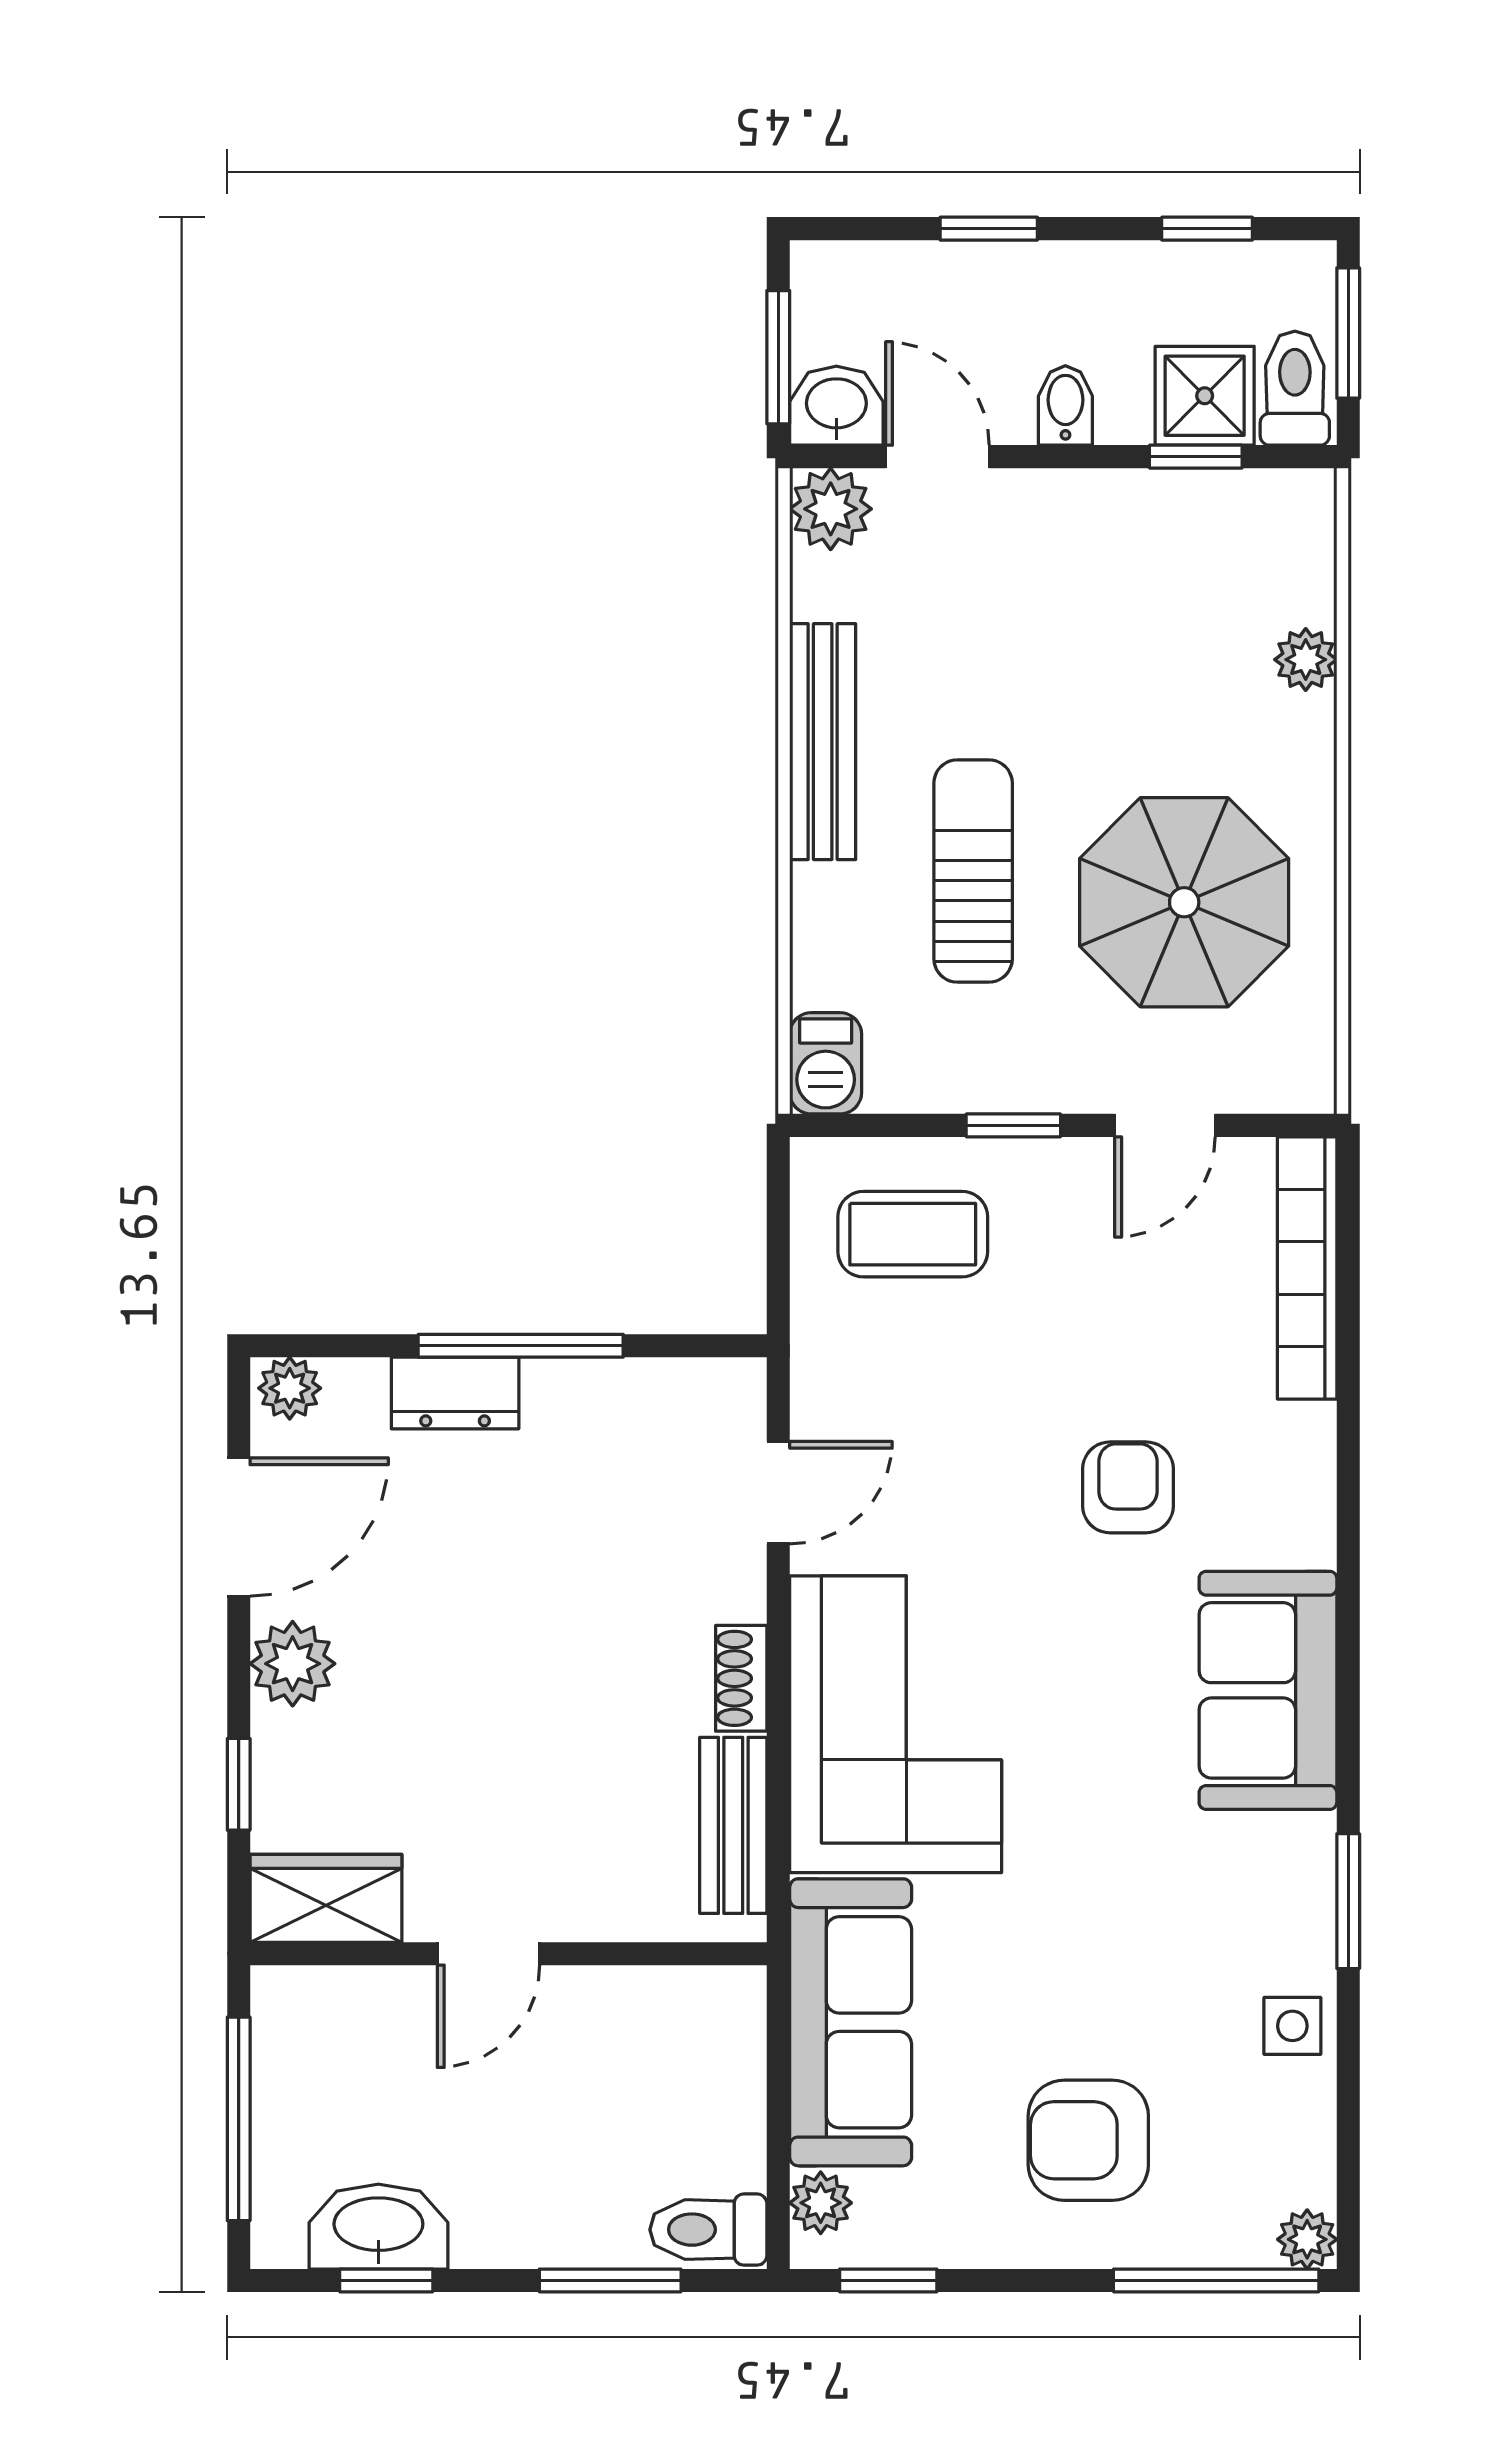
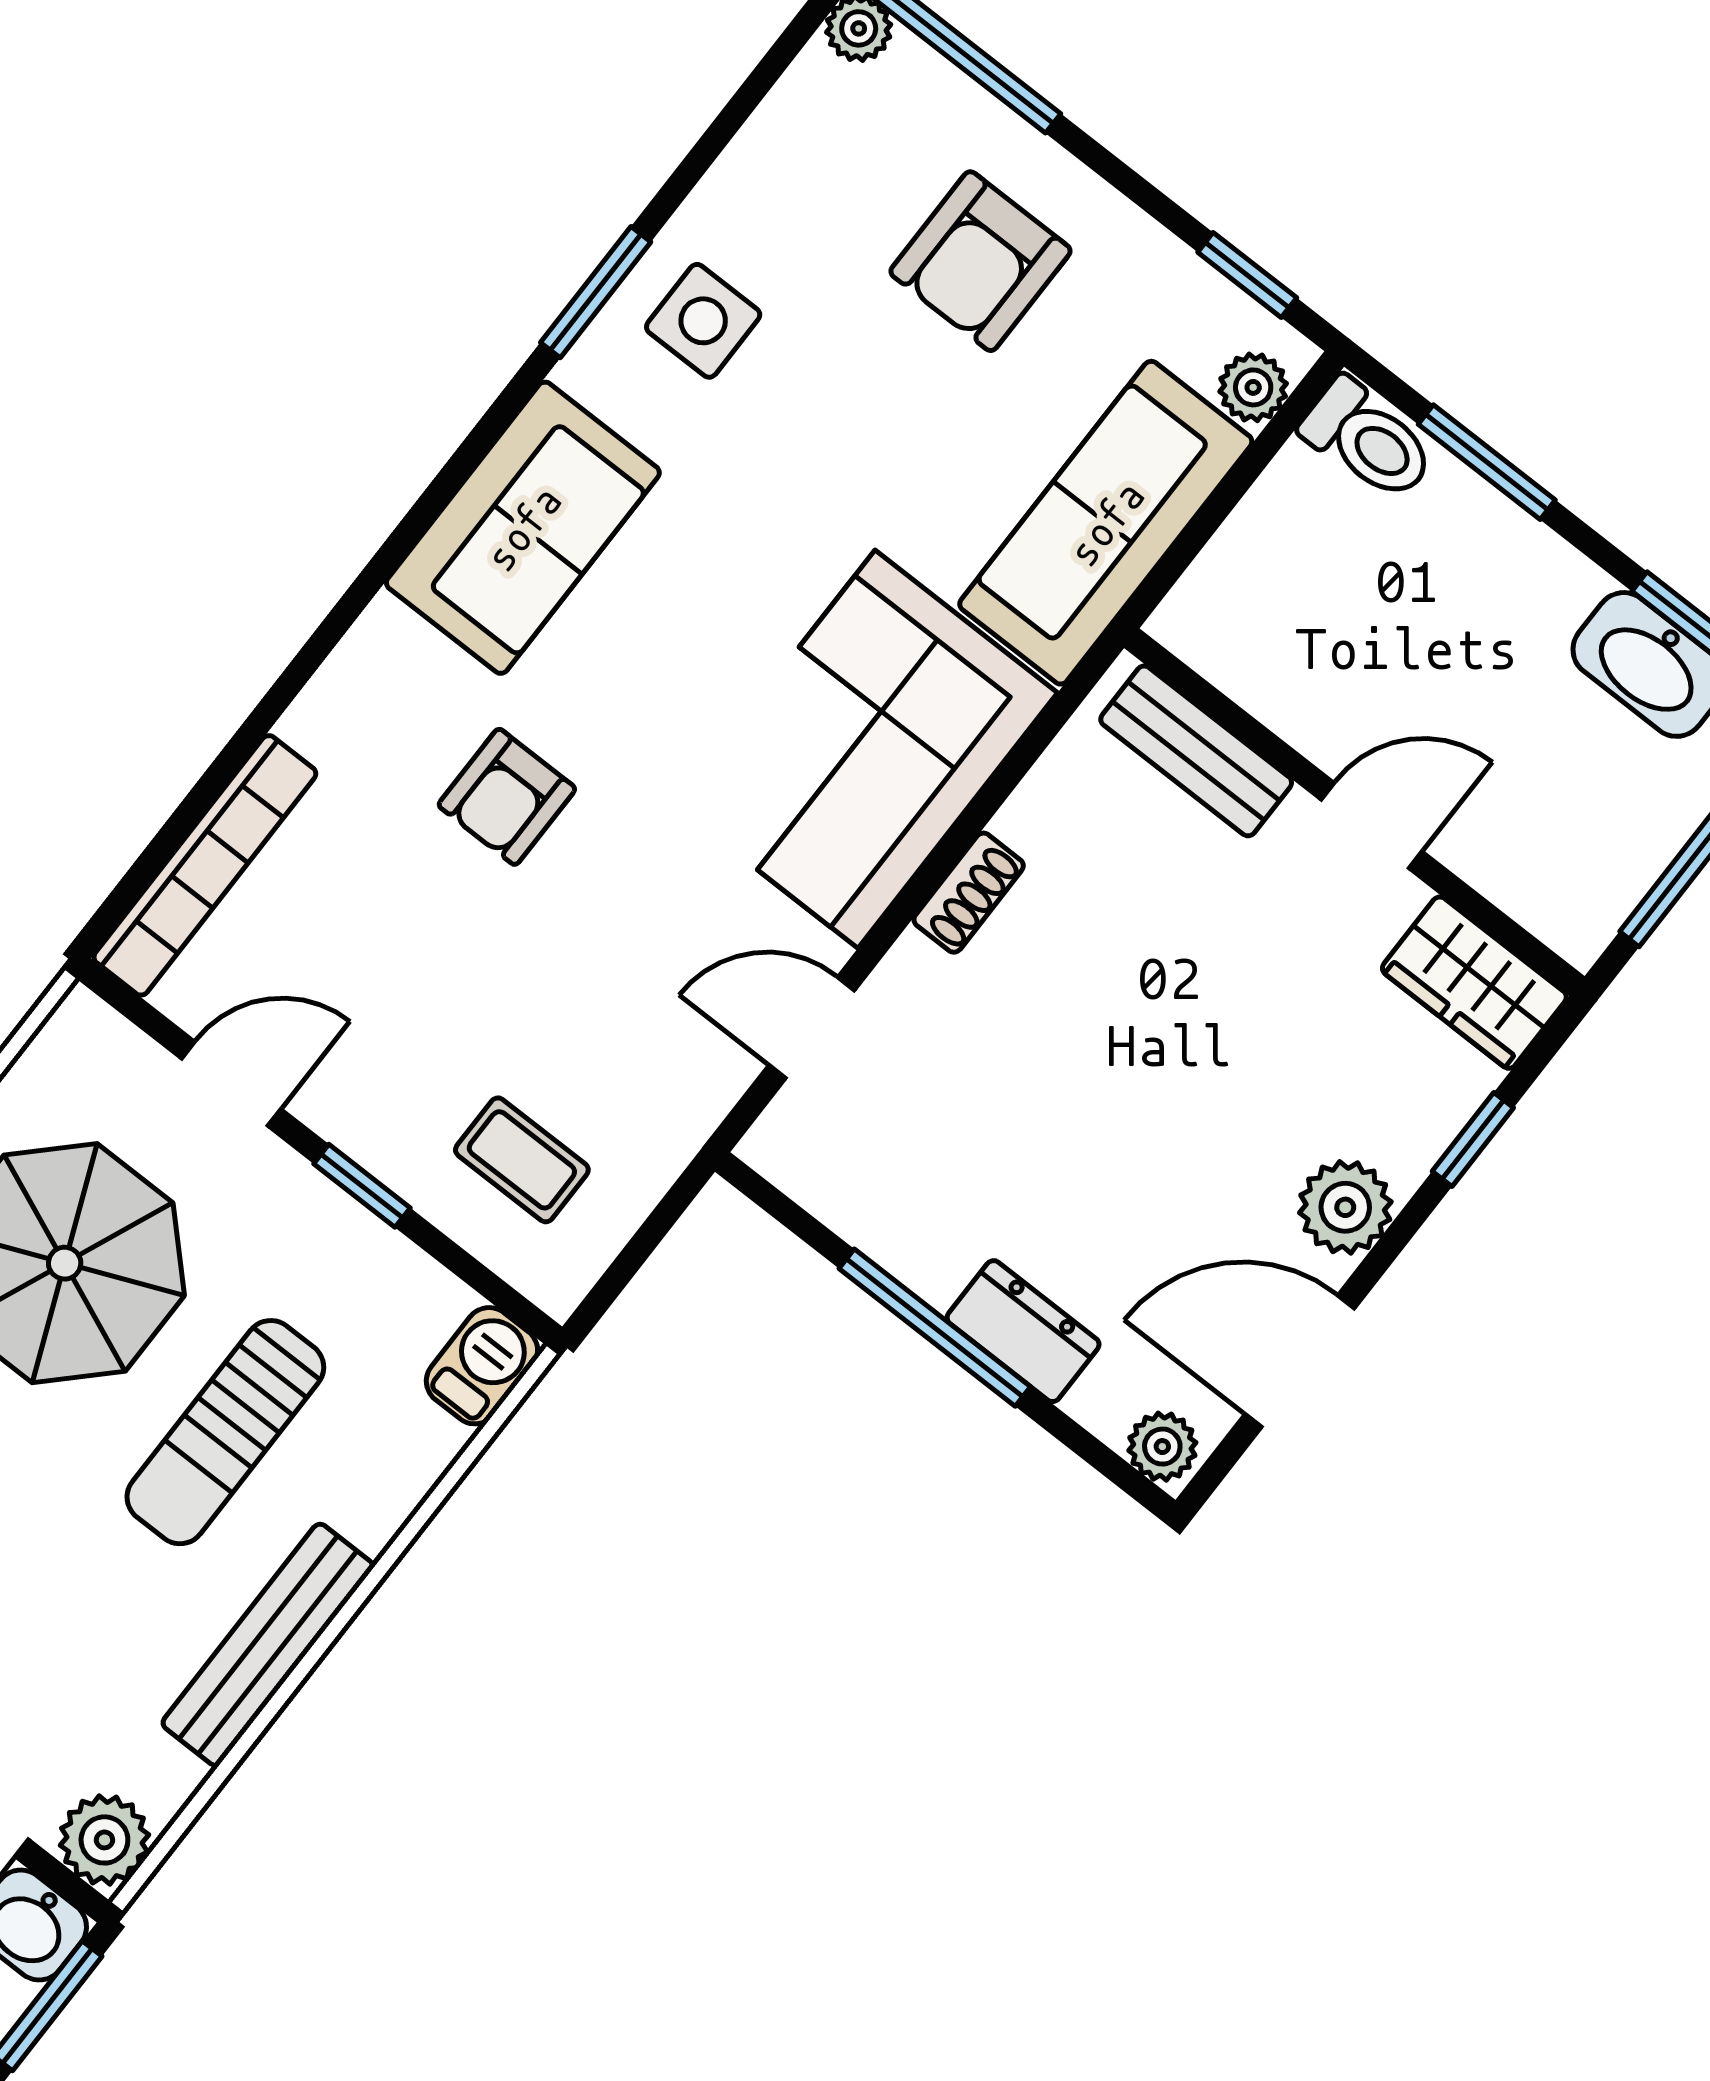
coffee table: (913, 1234) -> (522, 1160), width x0.73, depth x0.77
bench: (733, 1825) -> (1196, 751), moved, turned 90
side table: (1292, 2026) -> (703, 321), moved, width x1.37, depth x1.37
armchair: (1088, 2140) -> (980, 261), turned 90

